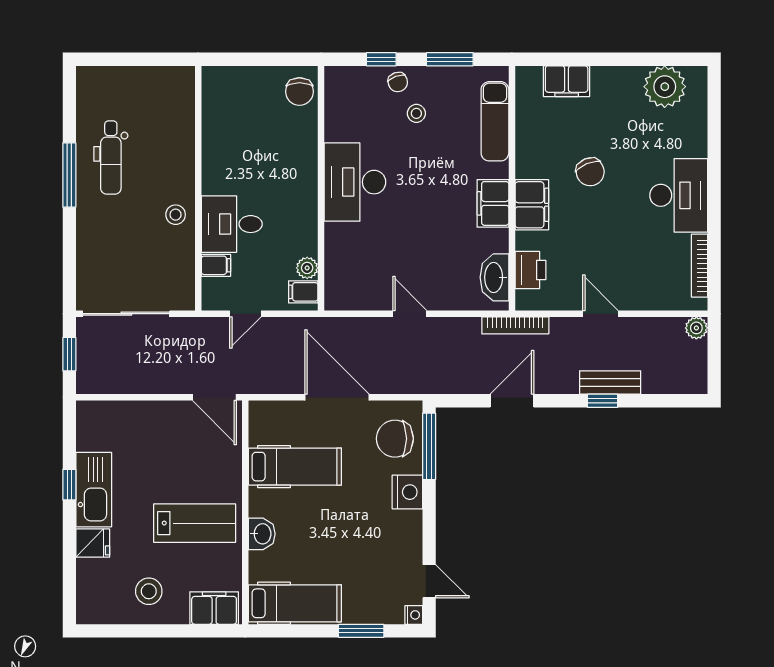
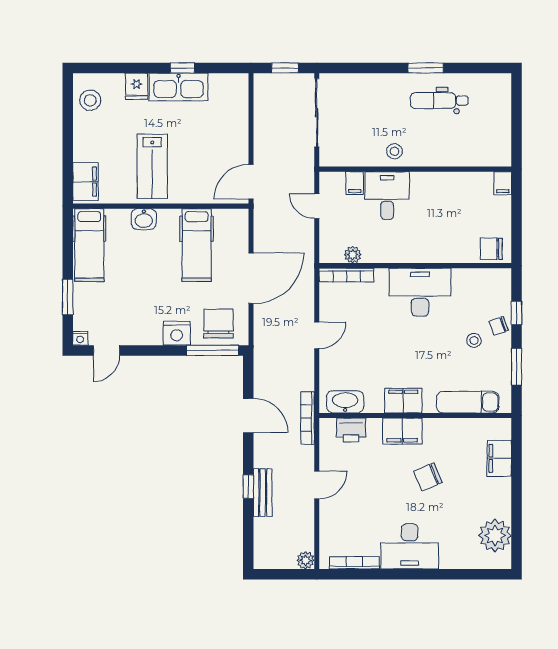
window: (69, 175) -> (426, 68), width x0.69
bookcase: (333, 276) -> (347, 275), added
filing cabinet: (303, 292) -> (503, 183), moved, turned 180
stool: (149, 591) -> (90, 100), moved

